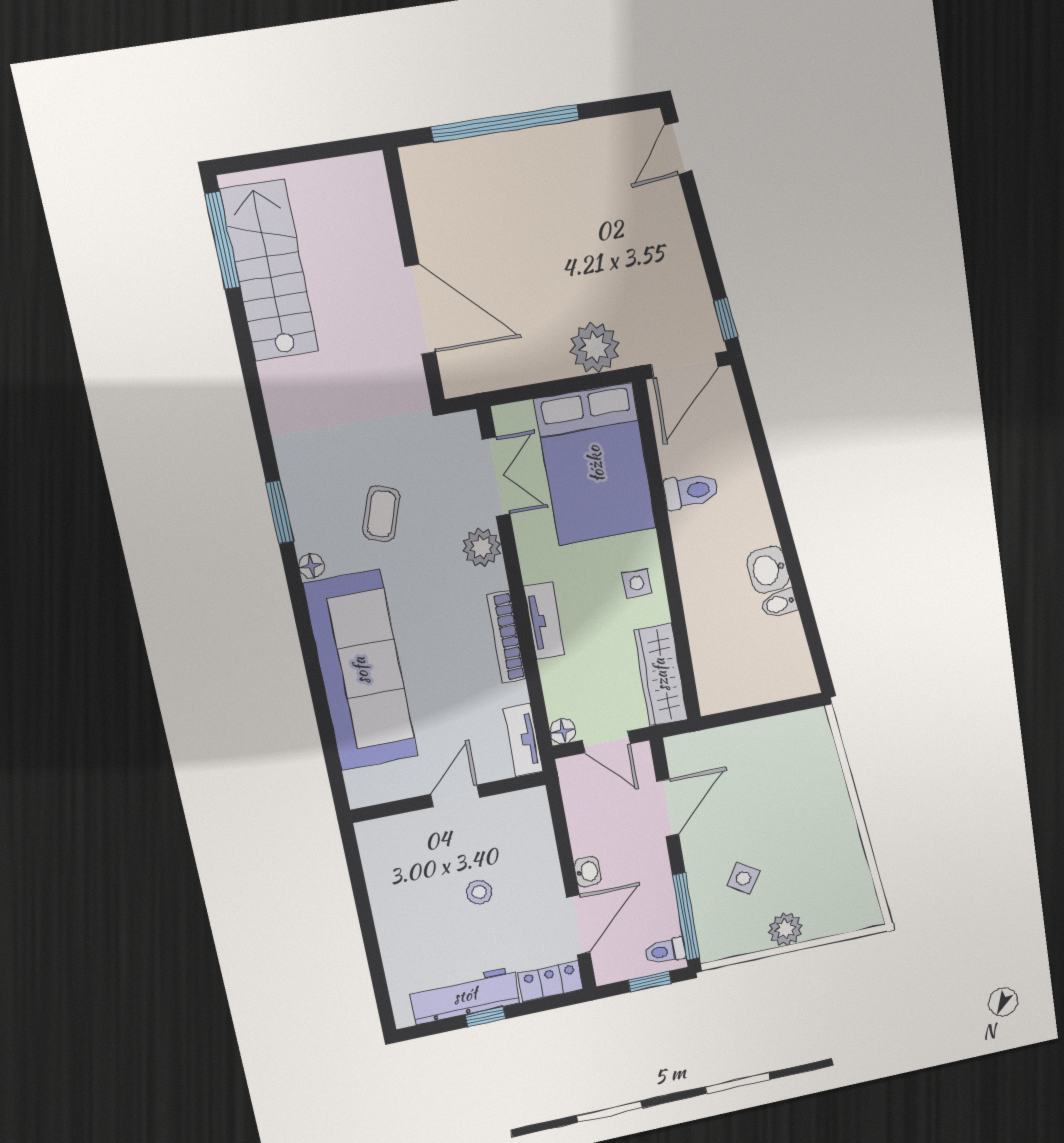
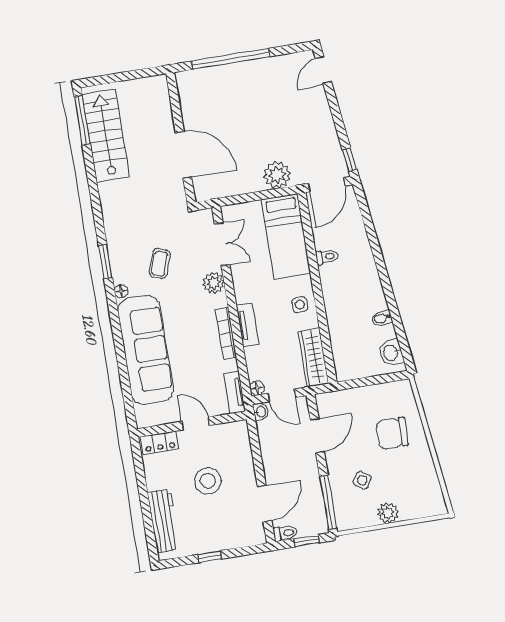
bed: (596, 464) -> (286, 237), width x0.67
toilet: (691, 491) -> (327, 257), width x0.73, depth x0.72
washbasin: (768, 570) -> (391, 353), moved
door: (455, 796) -> (196, 423), hinge flipped
chair: (794, 799) -> (392, 433), added
washbasin: (588, 872) -> (261, 412), moved
stool: (479, 892) -> (208, 481), width x1.89, depth x1.89
toilet: (665, 951) -> (285, 533), moved, turned 180
locker: (550, 981) -> (160, 443), moved, turned 180
workbench: (465, 996) -> (163, 521), moved, turned 90

